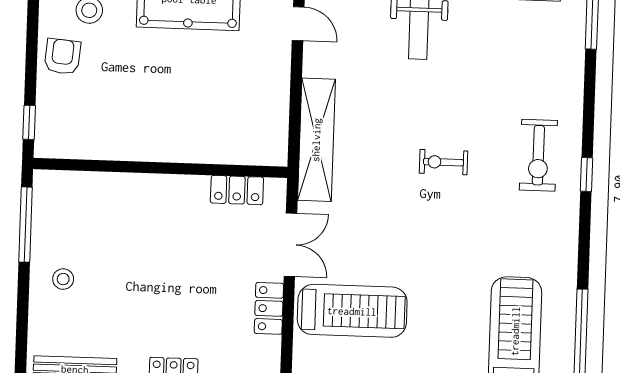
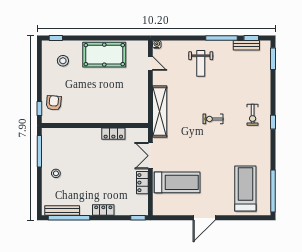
armchair: (62, 56) -> (54, 103), moved
exercise bike: (538, 155) -> (253, 115), width x0.73, depth x0.72
locker: (237, 190) -> (113, 134), moved
double door: (290, 245) -> (150, 156), swing flipped

